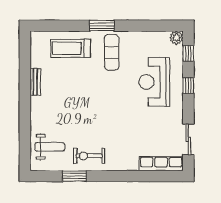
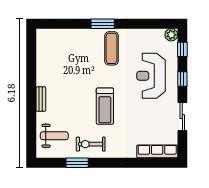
treadmill: (71, 48) -> (105, 106), moved, turned -90
bench: (35, 82) -> (41, 99), moved
sliding door: (188, 139) -> (182, 117), moved

